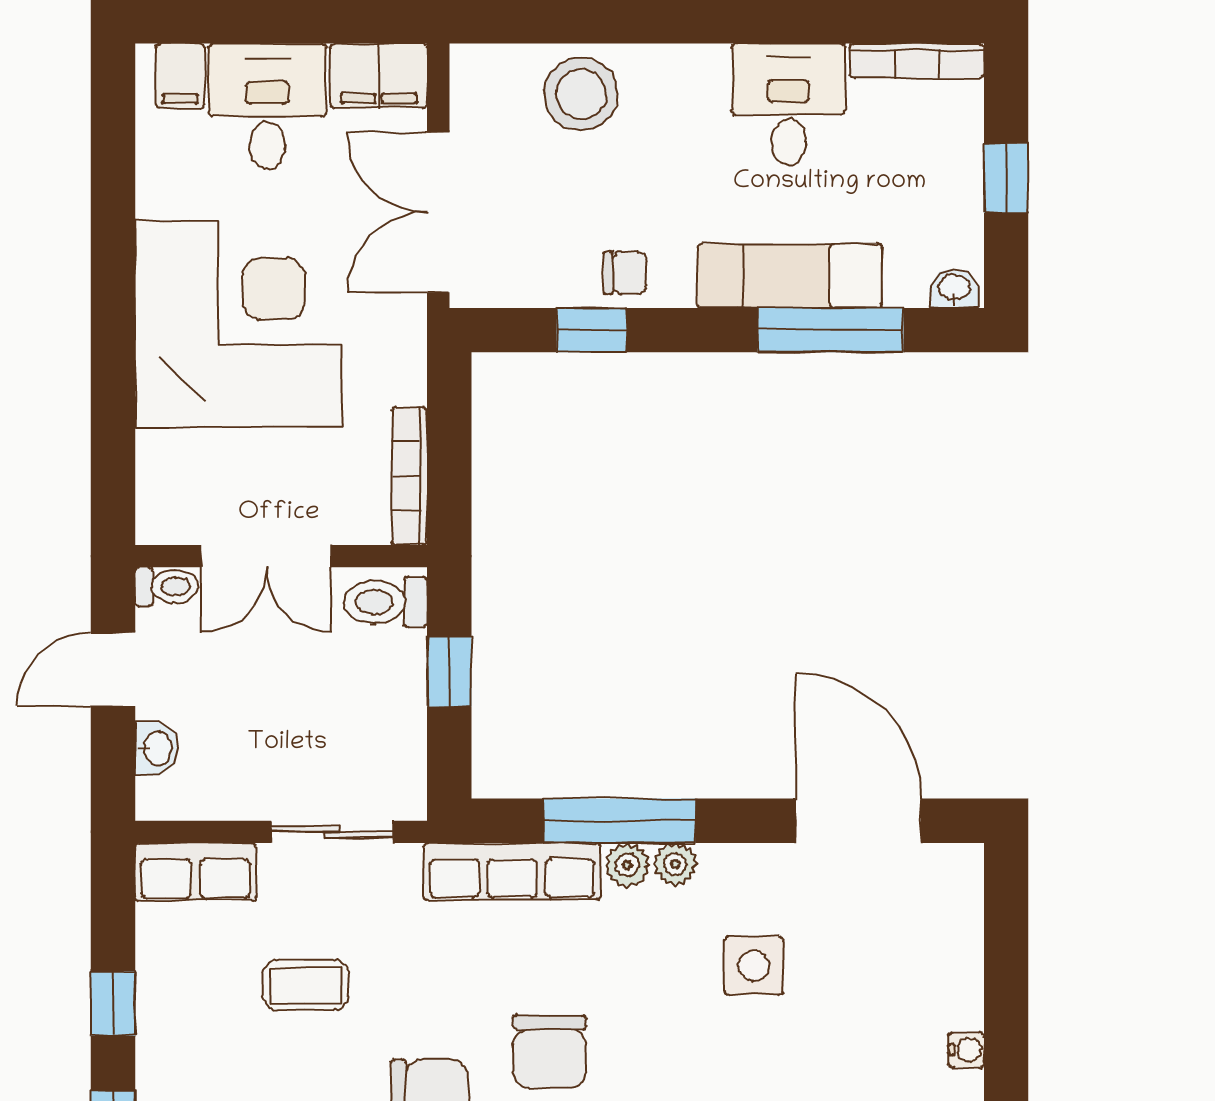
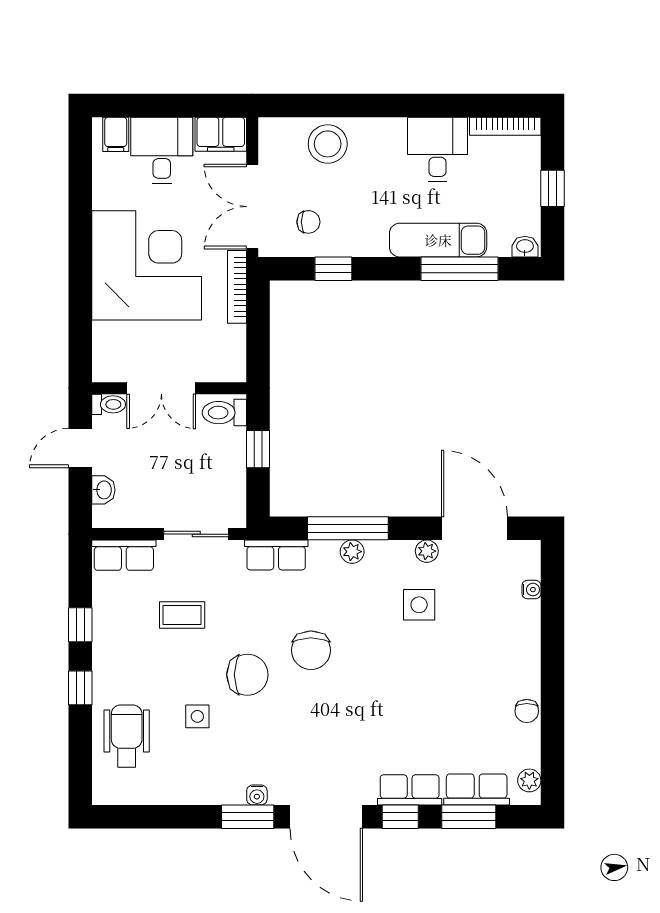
chair: (625, 273) -> (308, 222), moved
bookcase: (410, 476) -> (237, 287), moved
plant: (675, 864) -> (427, 551), moved
row of seats: (512, 871) -> (276, 555), width x0.68
water cooler: (966, 1050) -> (531, 590), moved

